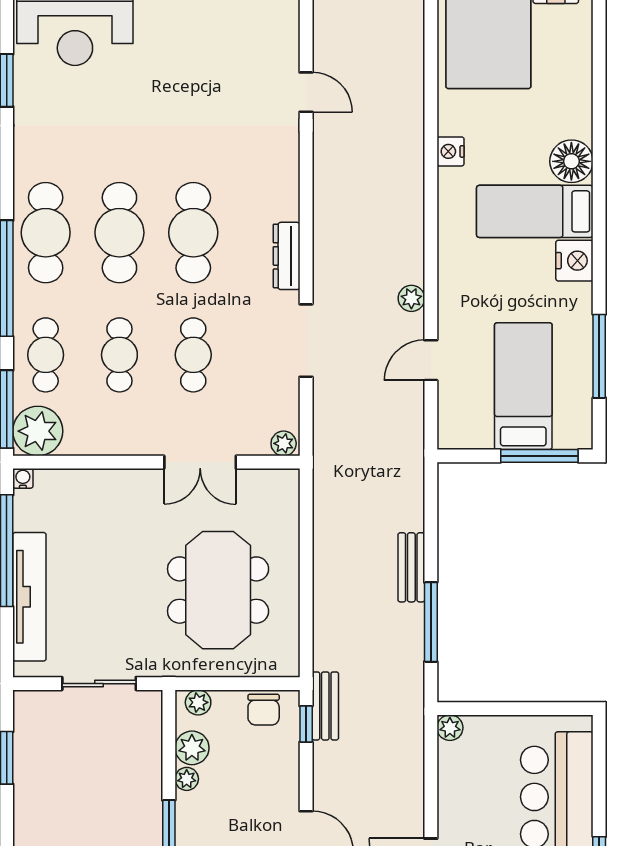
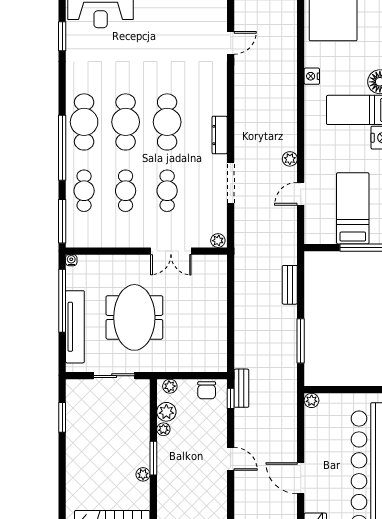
door: (306, 92) -> (231, 43), hinge flipped
plant: (38, 431) -> (80, 234), removed
bench: (411, 567) -> (290, 285), moved
meeting table: (218, 590) -> (134, 317), moved

